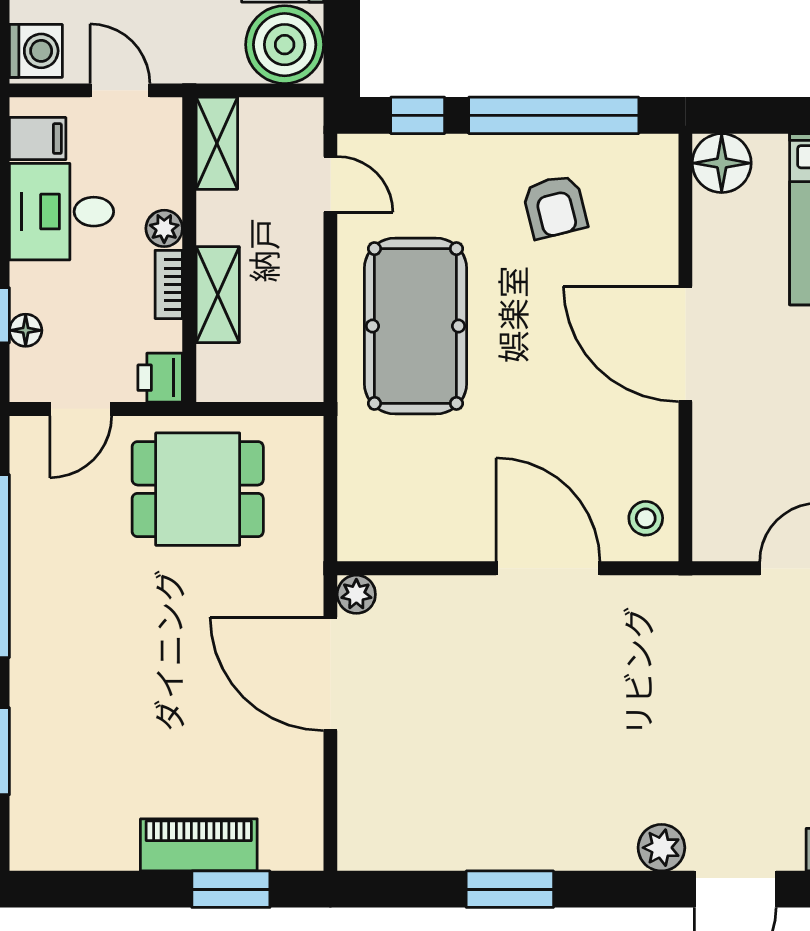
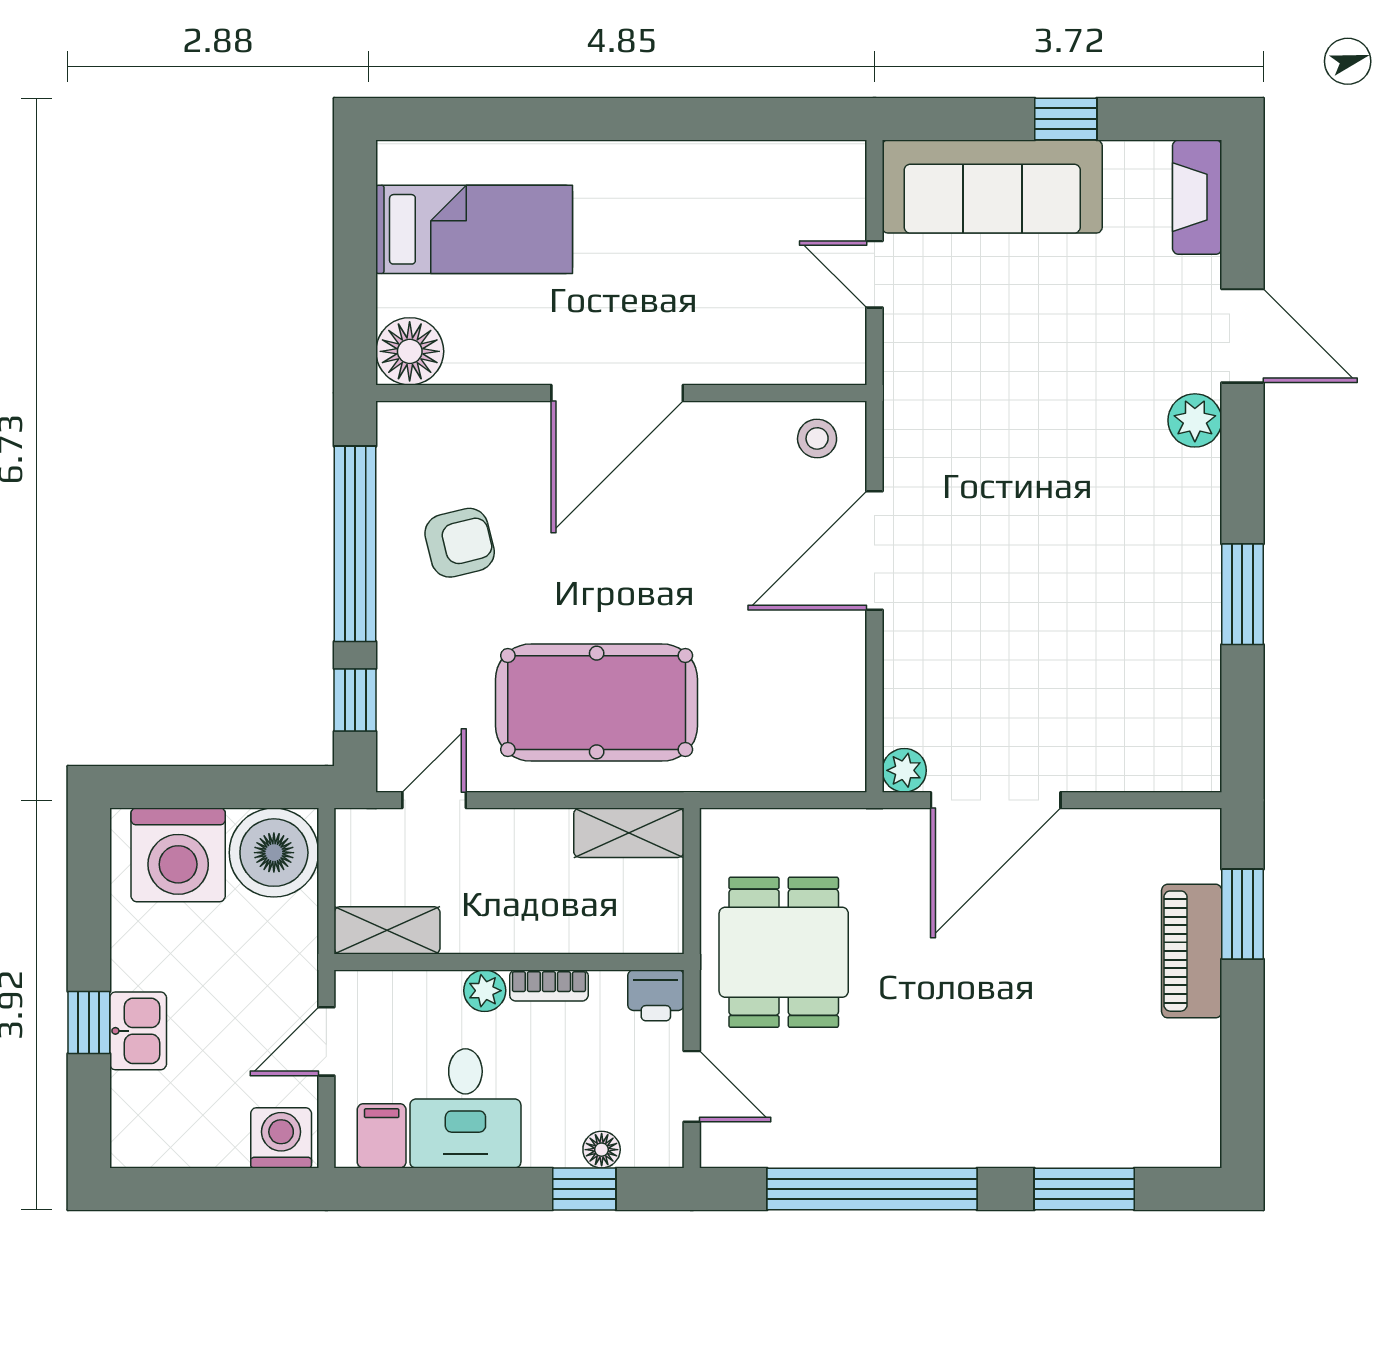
shelving: (218, 295) -> (629, 833), moved

